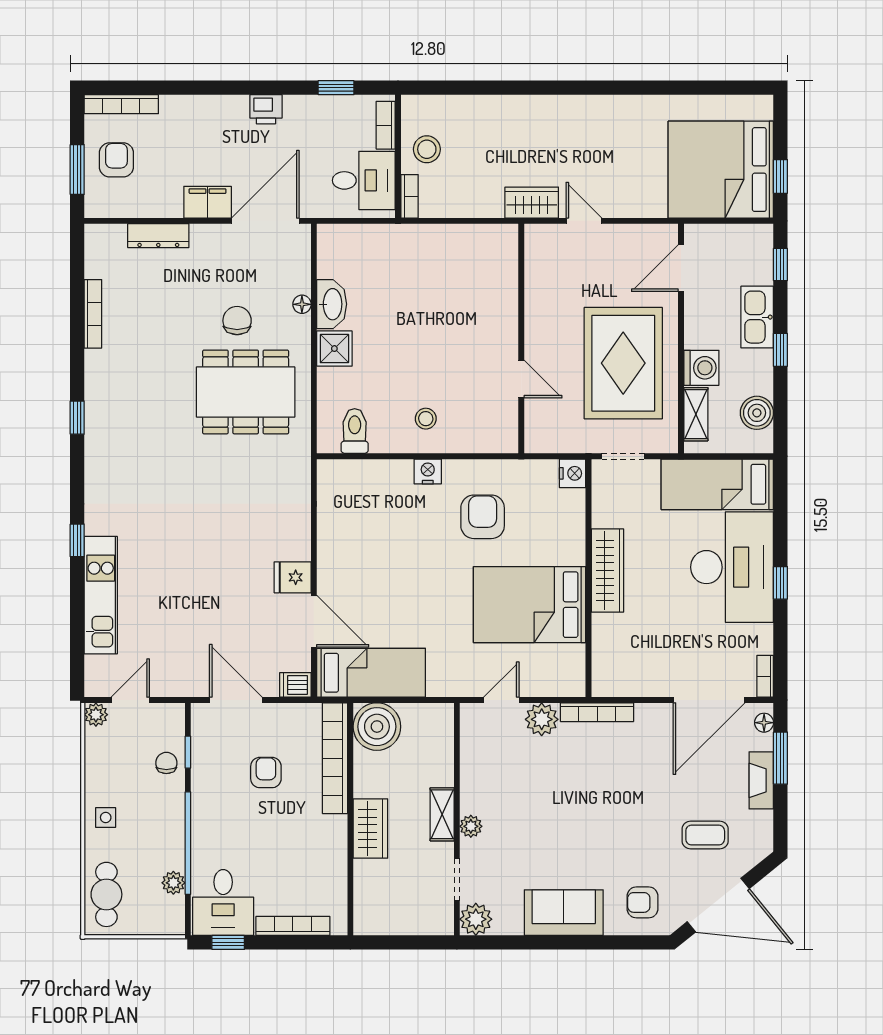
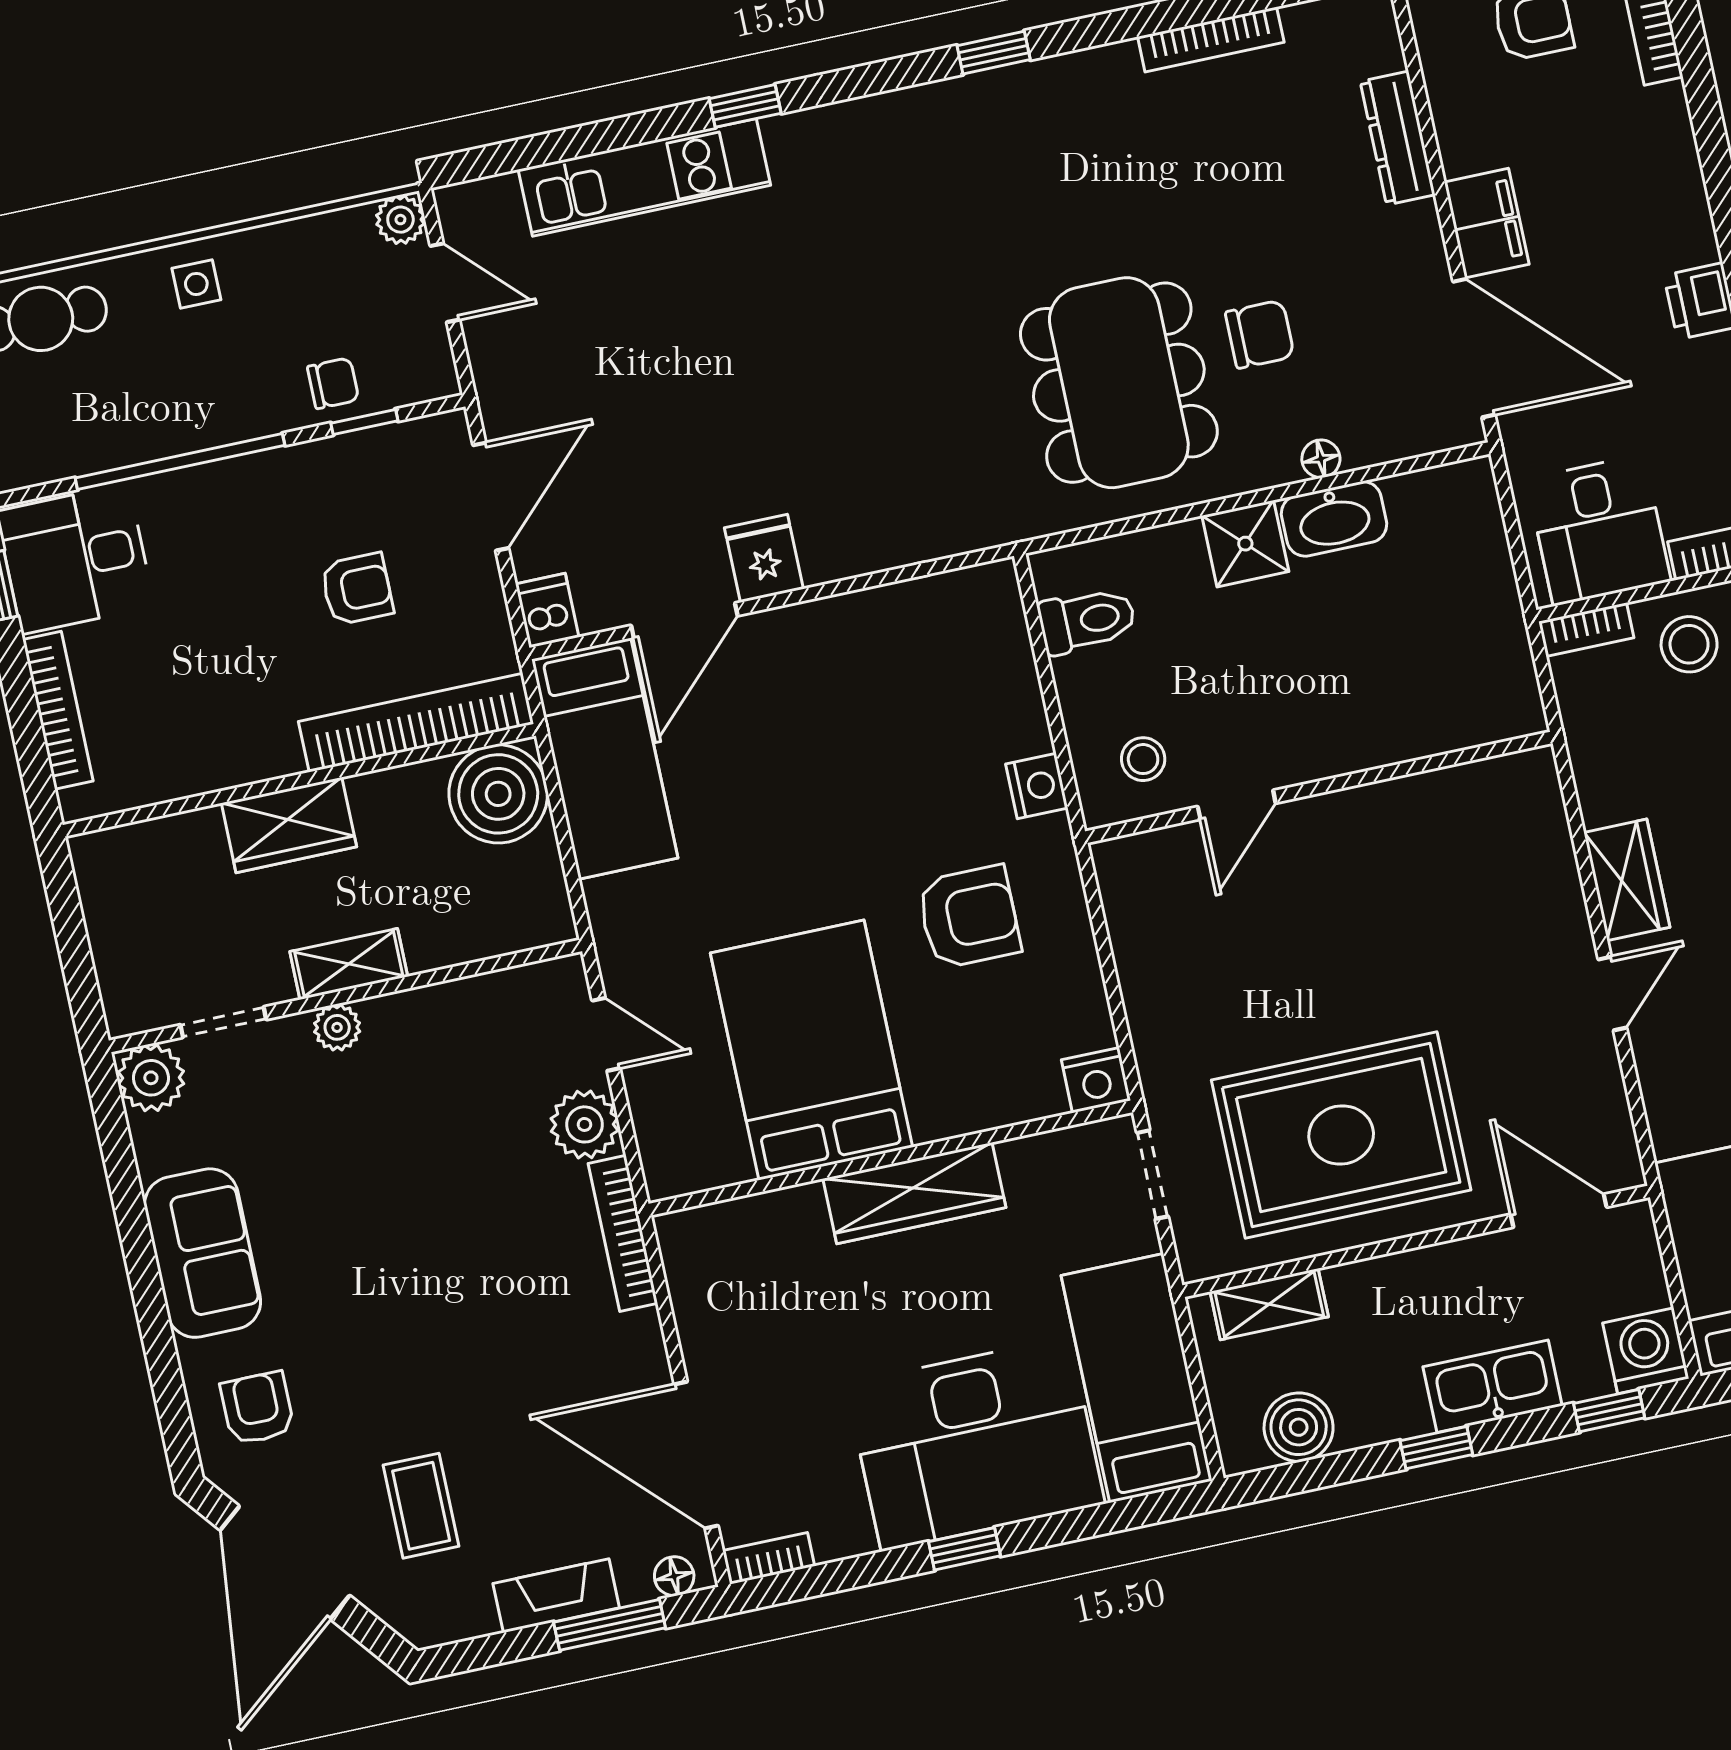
wall: (521, 339) -> (1319, 787), moved
washing machine: (701, 368) -> (1646, 1351), moved, turned 180
door: (521, 379) -> (1237, 805), moved
plant: (173, 883) -> (94, 450), removed

